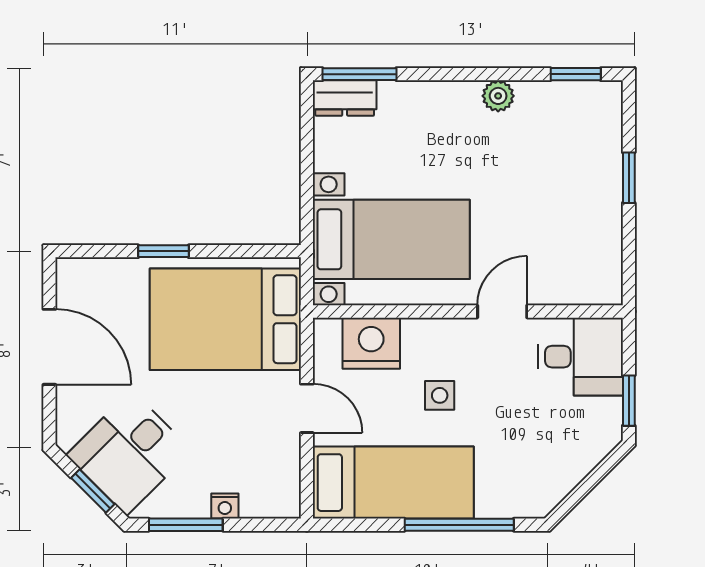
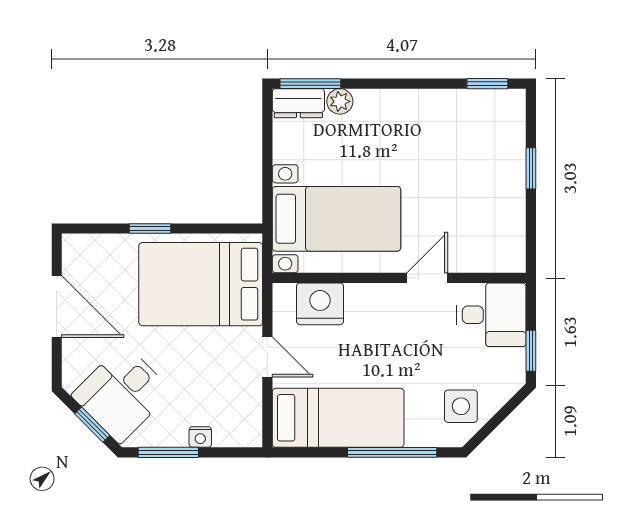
plant: (498, 96) -> (340, 101), moved
side table: (440, 395) -> (461, 406), moved, width x1.37, depth x1.37

